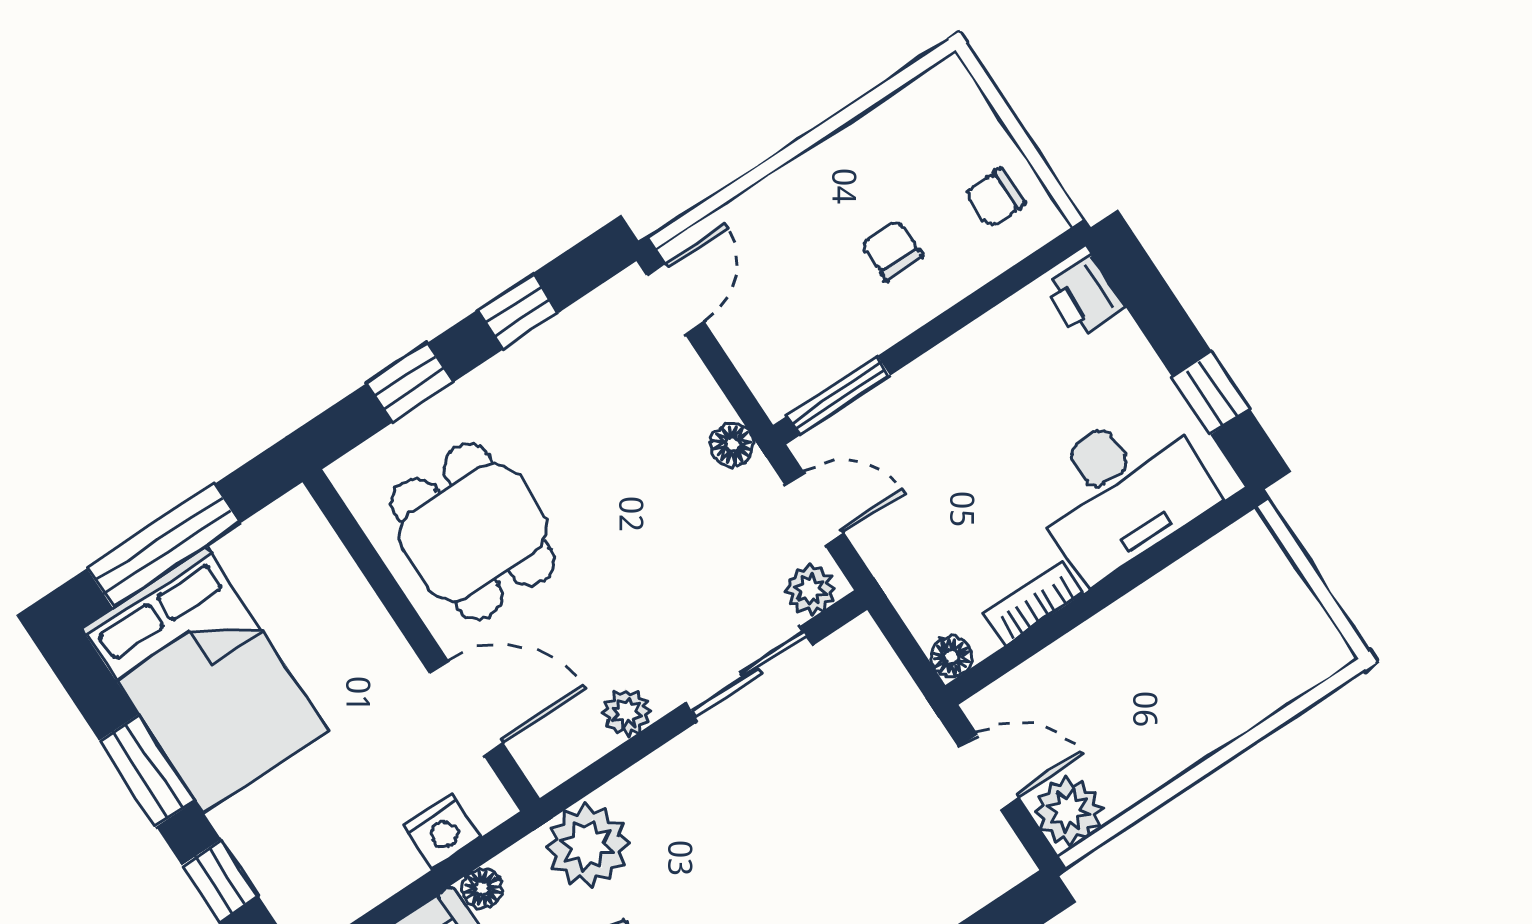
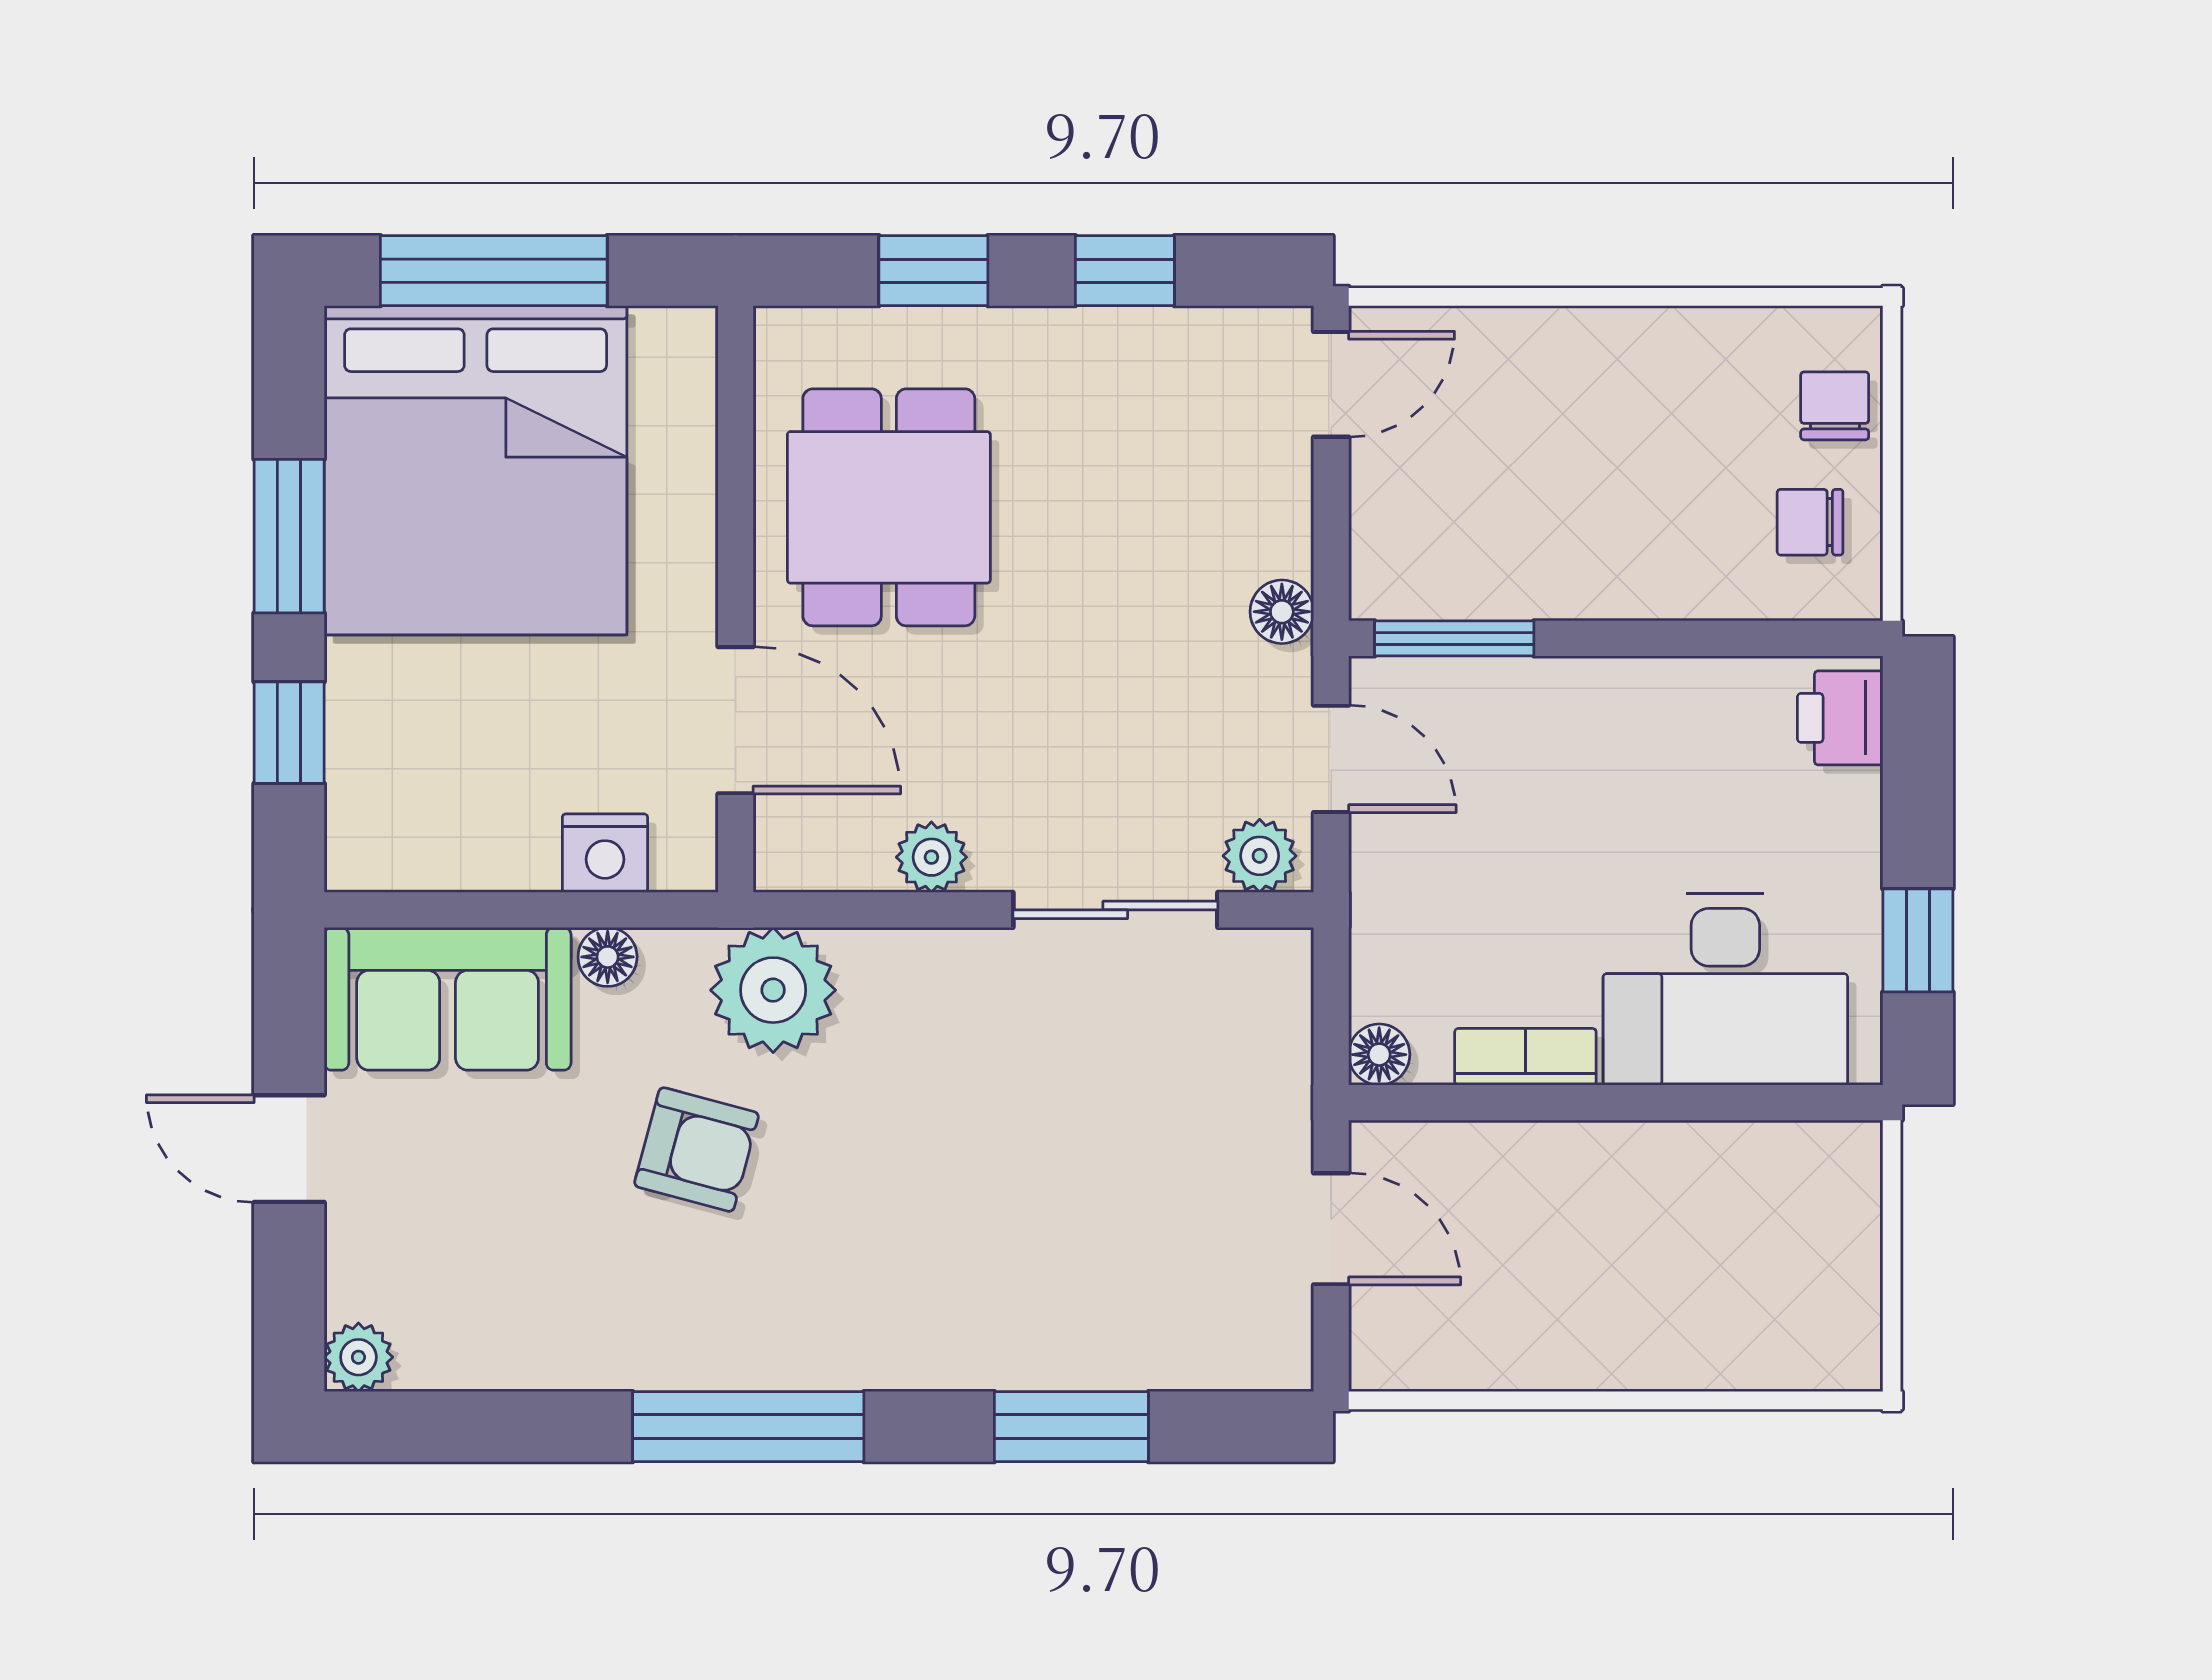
chair: (892, 250) -> (1835, 406), moved
bed: (205, 679) -> (476, 470), width x1.36
plant: (1069, 810) -> (1399, 1342), removed

